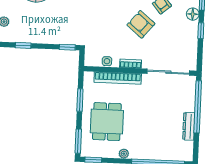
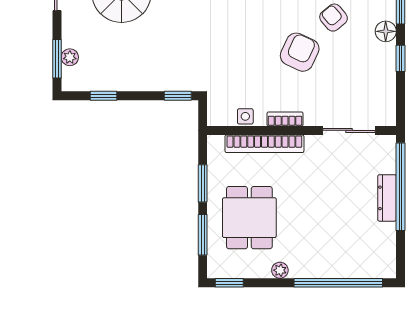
armchair: (141, 24) -> (300, 52), turned 75
sliding door: (168, 72) -> (349, 130), width x0.73
dresser: (189, 126) -> (387, 198), moved
window: (78, 141) -> (203, 235), moved

